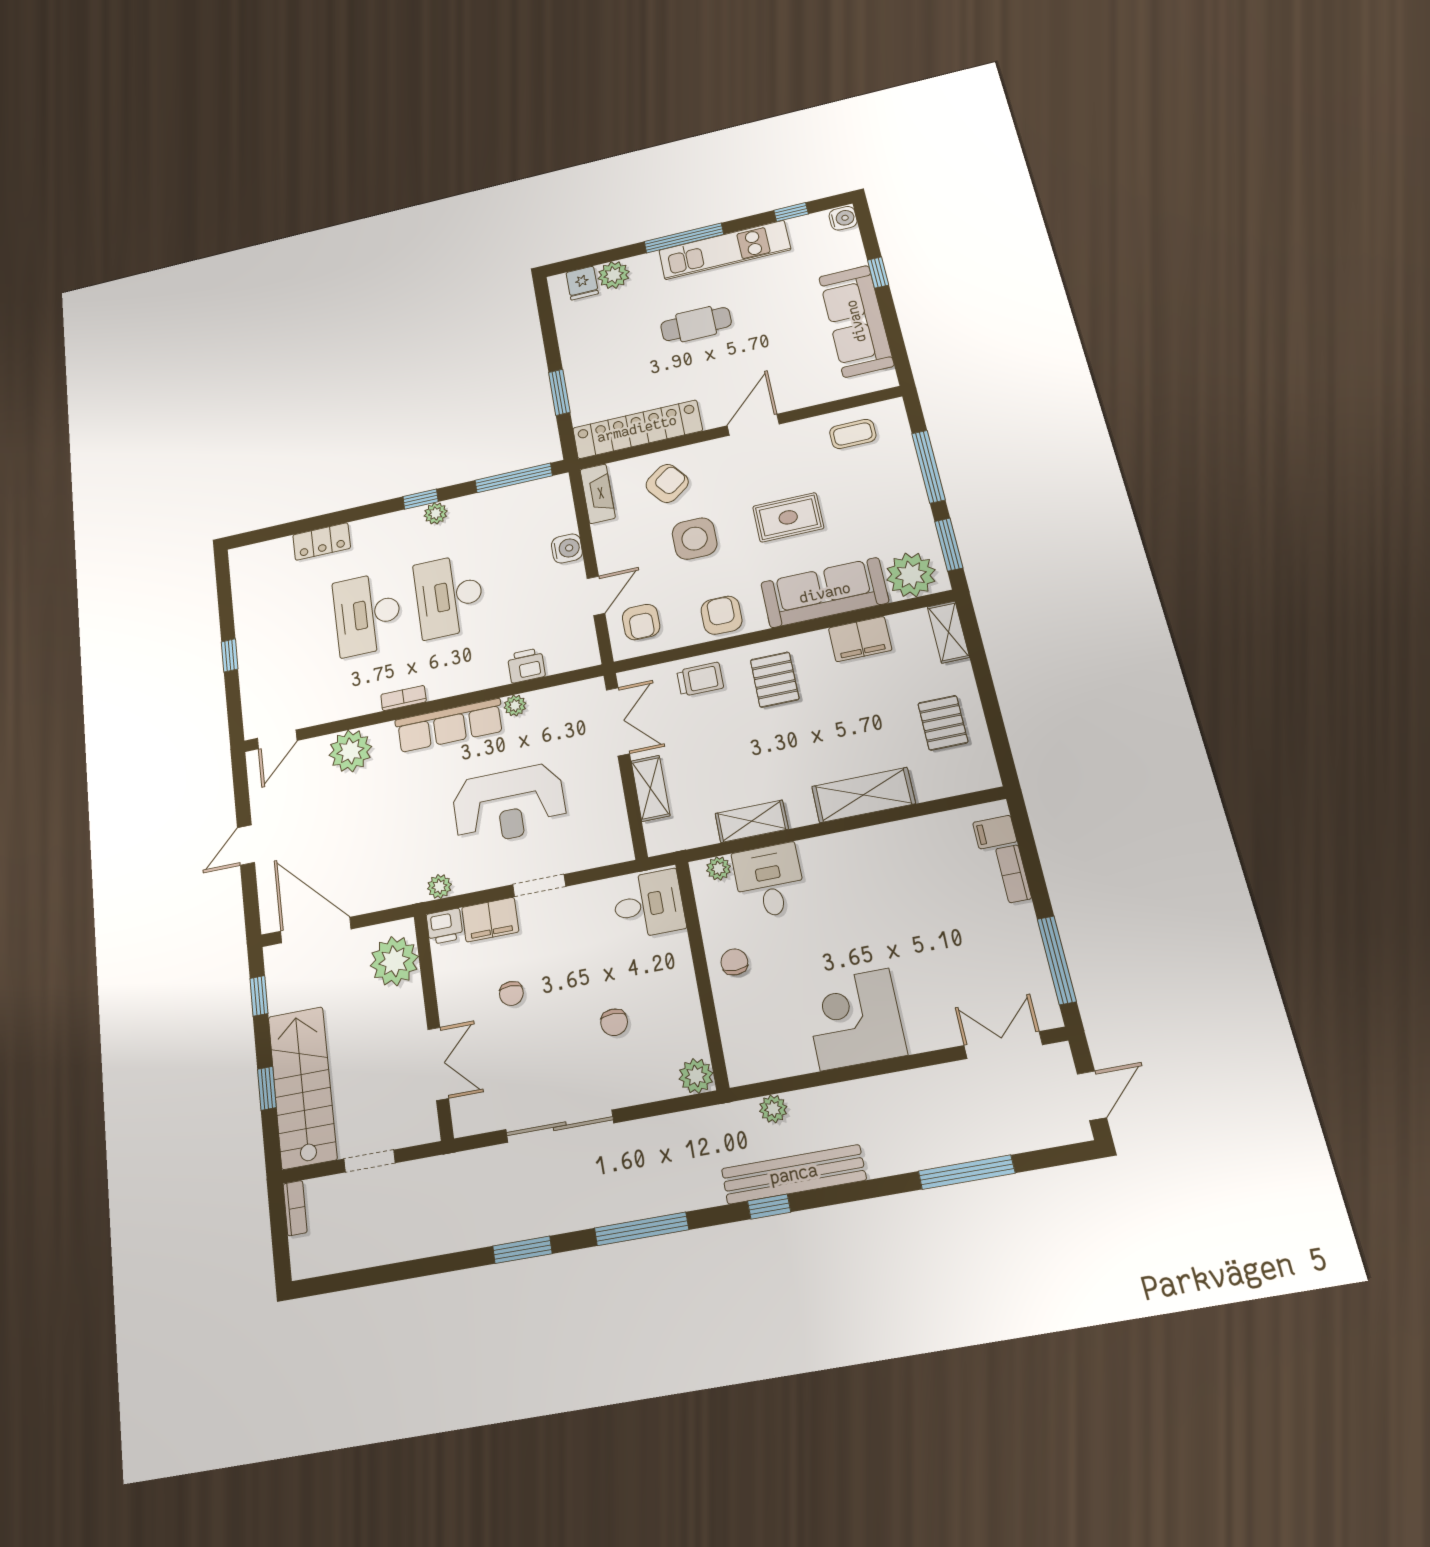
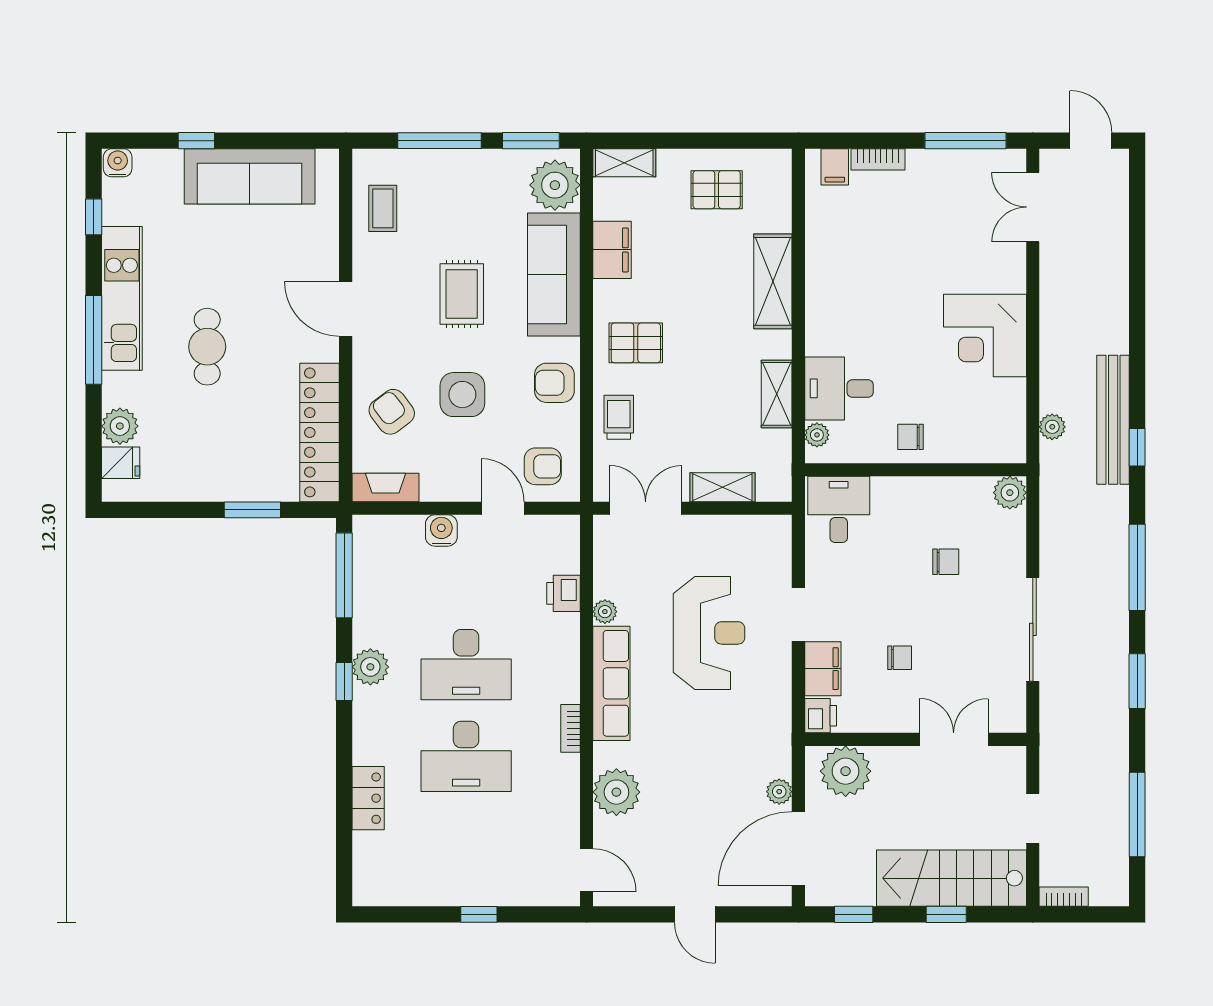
plant: (436, 513) -> (370, 667), width x1.38, depth x1.38
plant: (439, 886) -> (779, 792), moved
window: (967, 1172) -> (1137, 814), moved

